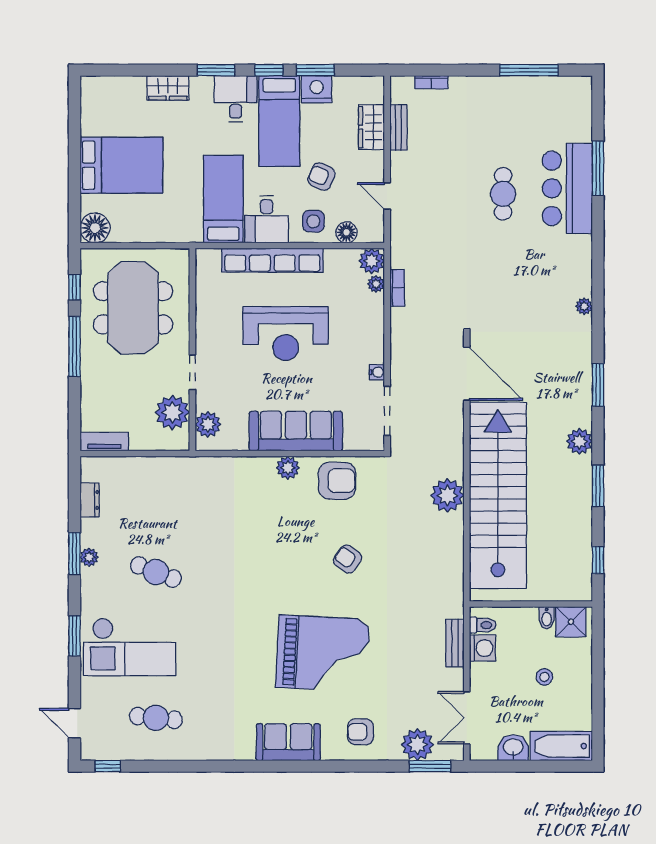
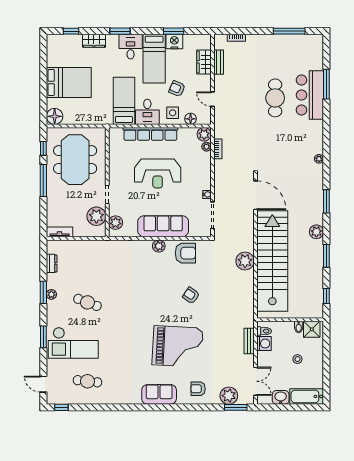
window: (269, 70) -> (71, 31), moved
cafe table: (503, 194) -> (275, 98), width x1.37, depth x1.35
double door: (467, 718) -> (256, 381), swing flipped

